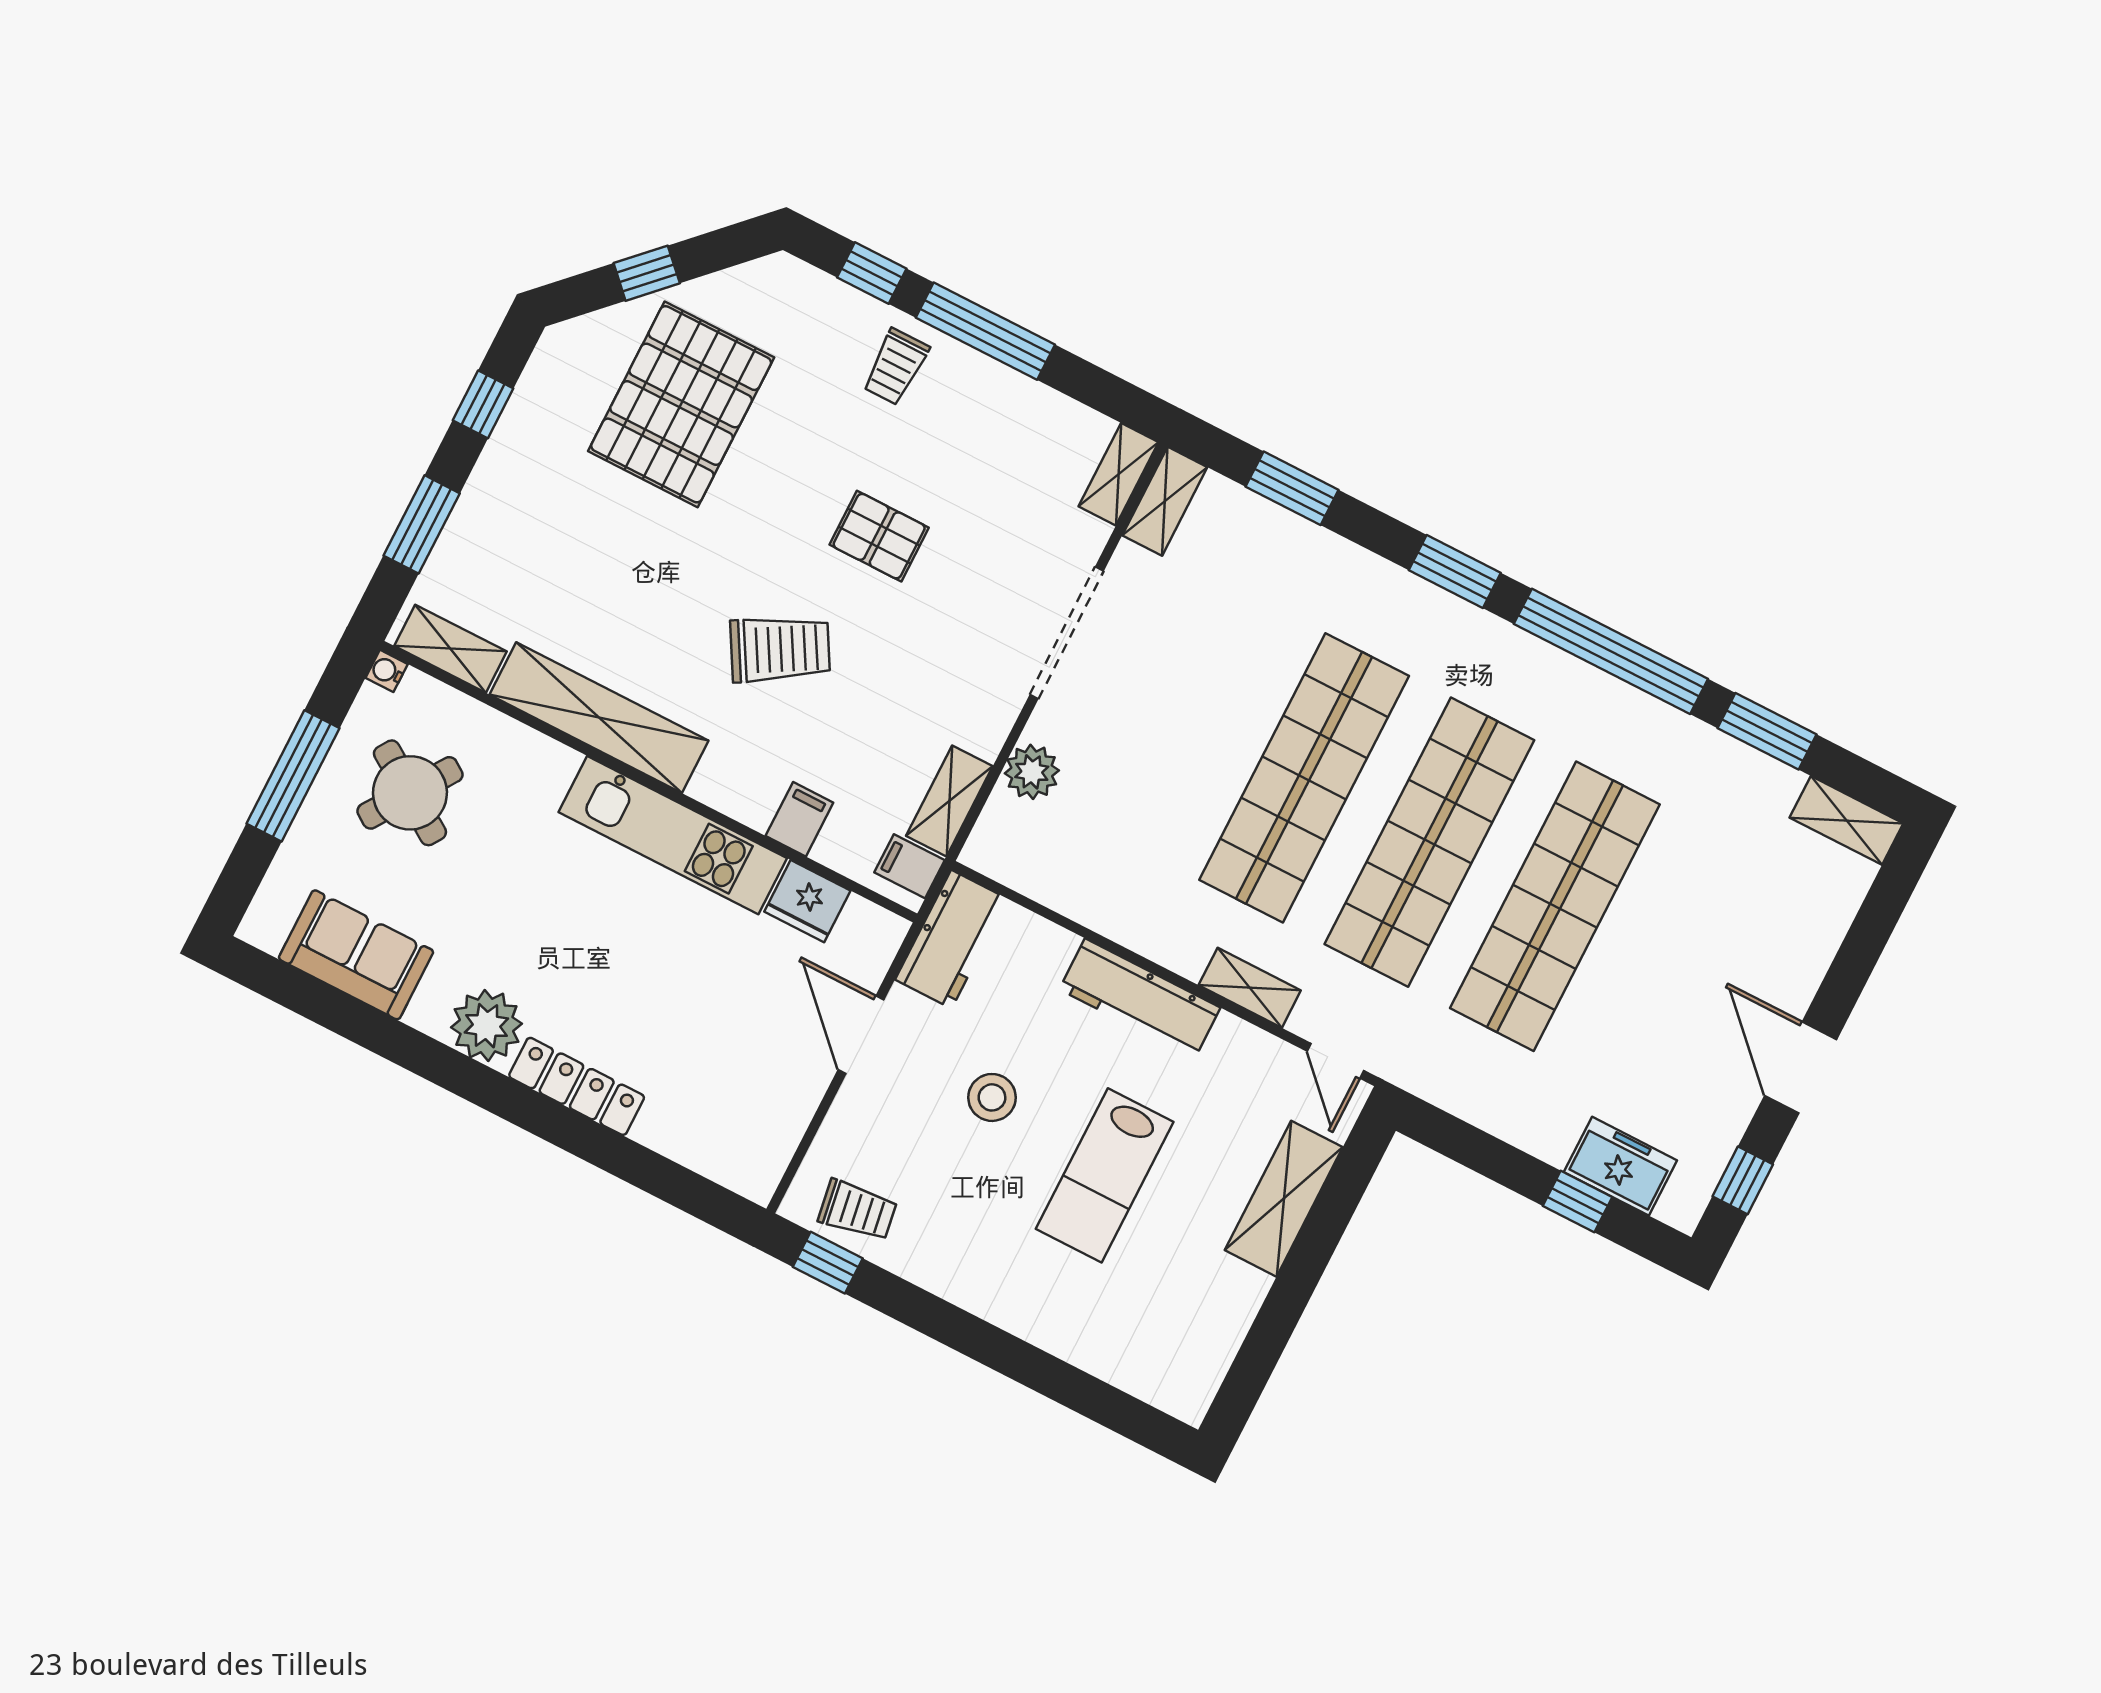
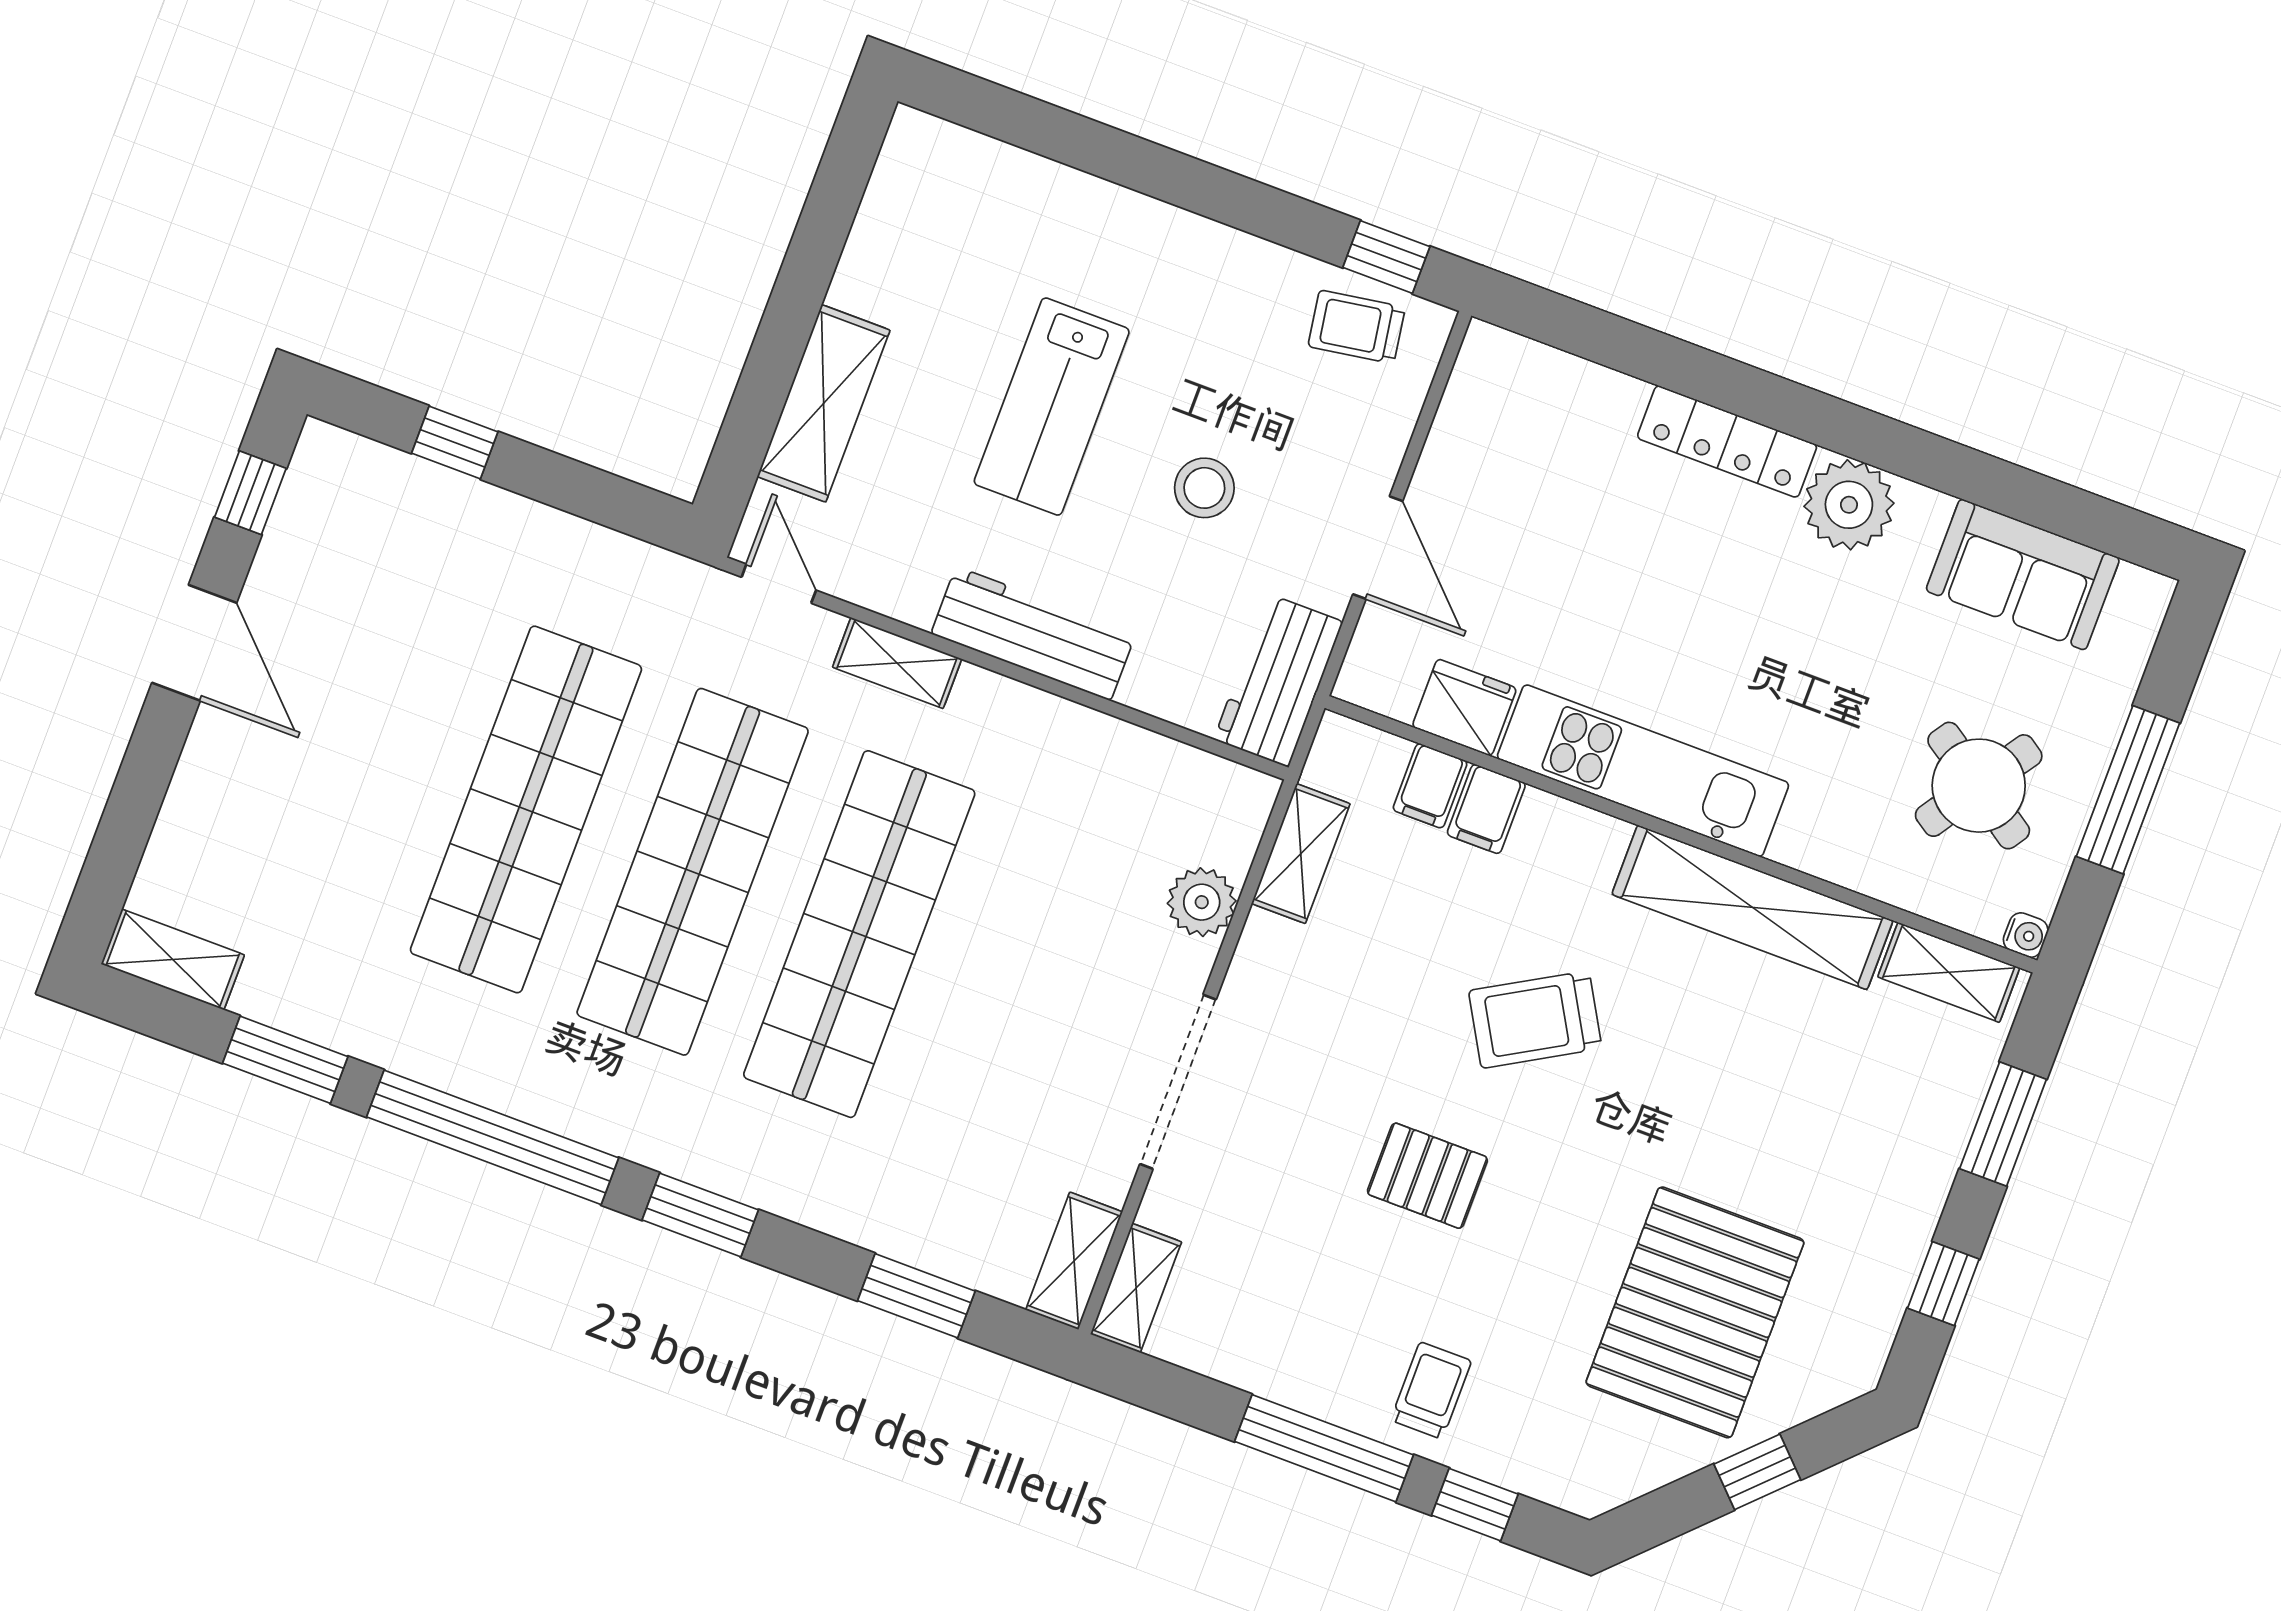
filing cabinet: (910, 866) -> (1430, 786), moved, turned 90
freezer: (1620, 1166) -> (406, 493), removed
lab bench: (1105, 1175) -> (1052, 407), turned 180

